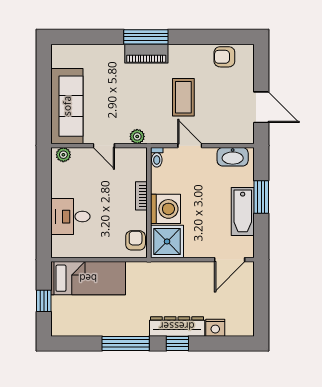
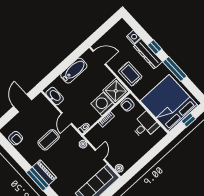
window: (261, 197) -> (61, 68), removed
desk: (70, 217) -> (145, 126), moved, turned -90
bed: (88, 278) -> (169, 103), width x2.04
rug: (172, 280) -> (130, 74), added

